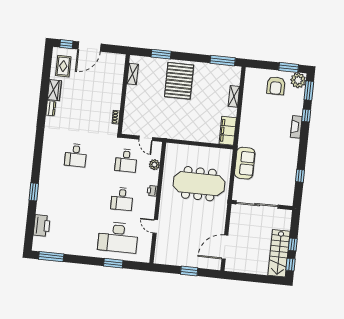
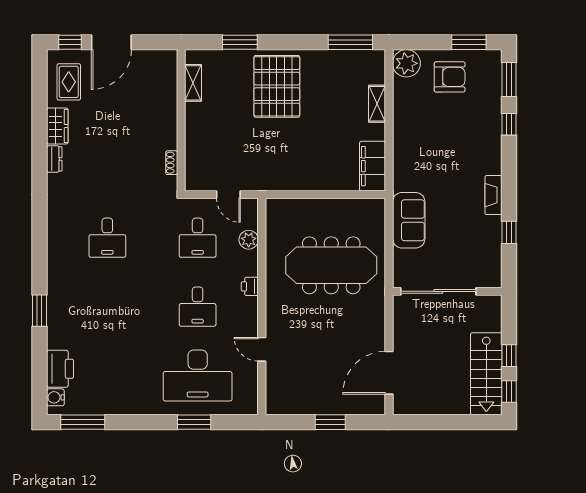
plant: (298, 80) -> (406, 63), moved
armchair: (276, 86) -> (450, 77), turned -90
fireplace: (296, 127) -> (493, 195), moved
water cooler: (37, 241) -> (55, 397), added

